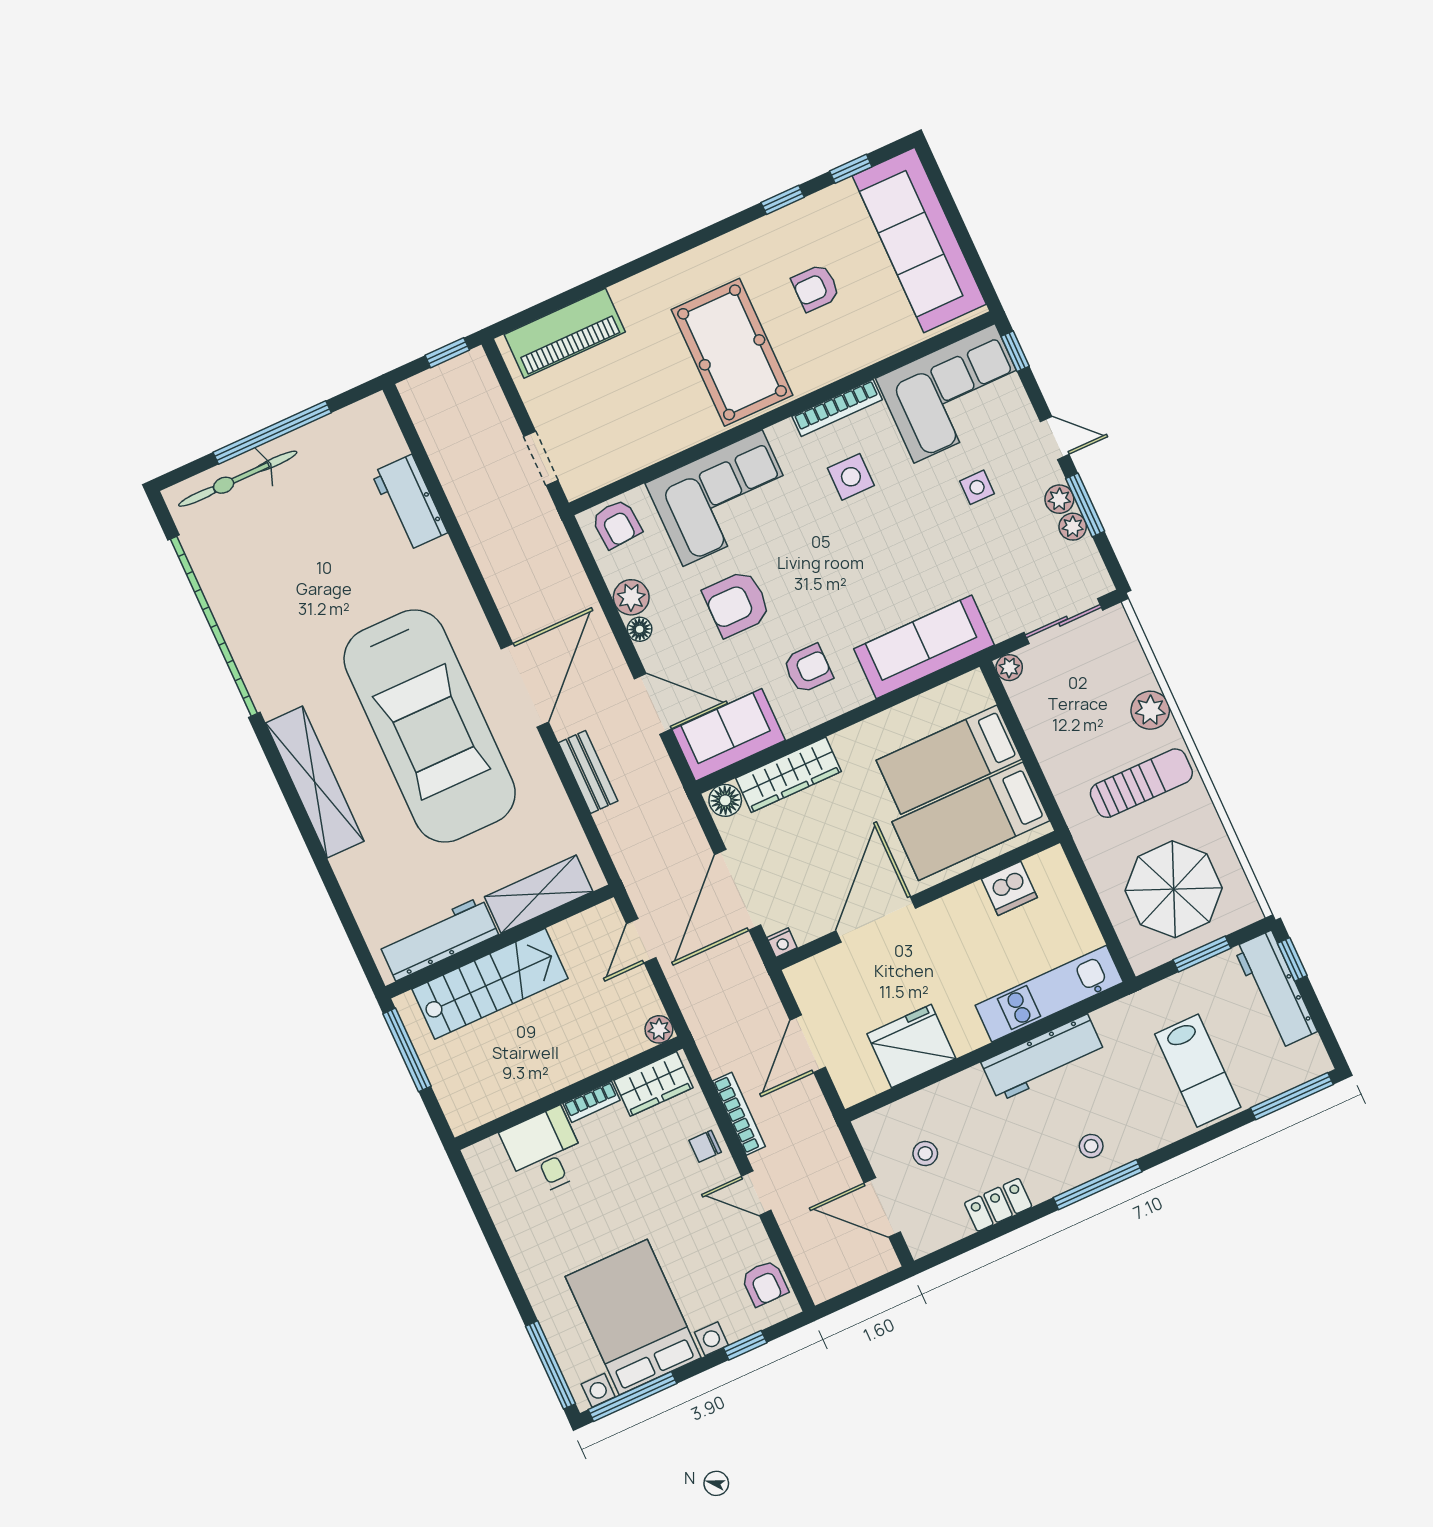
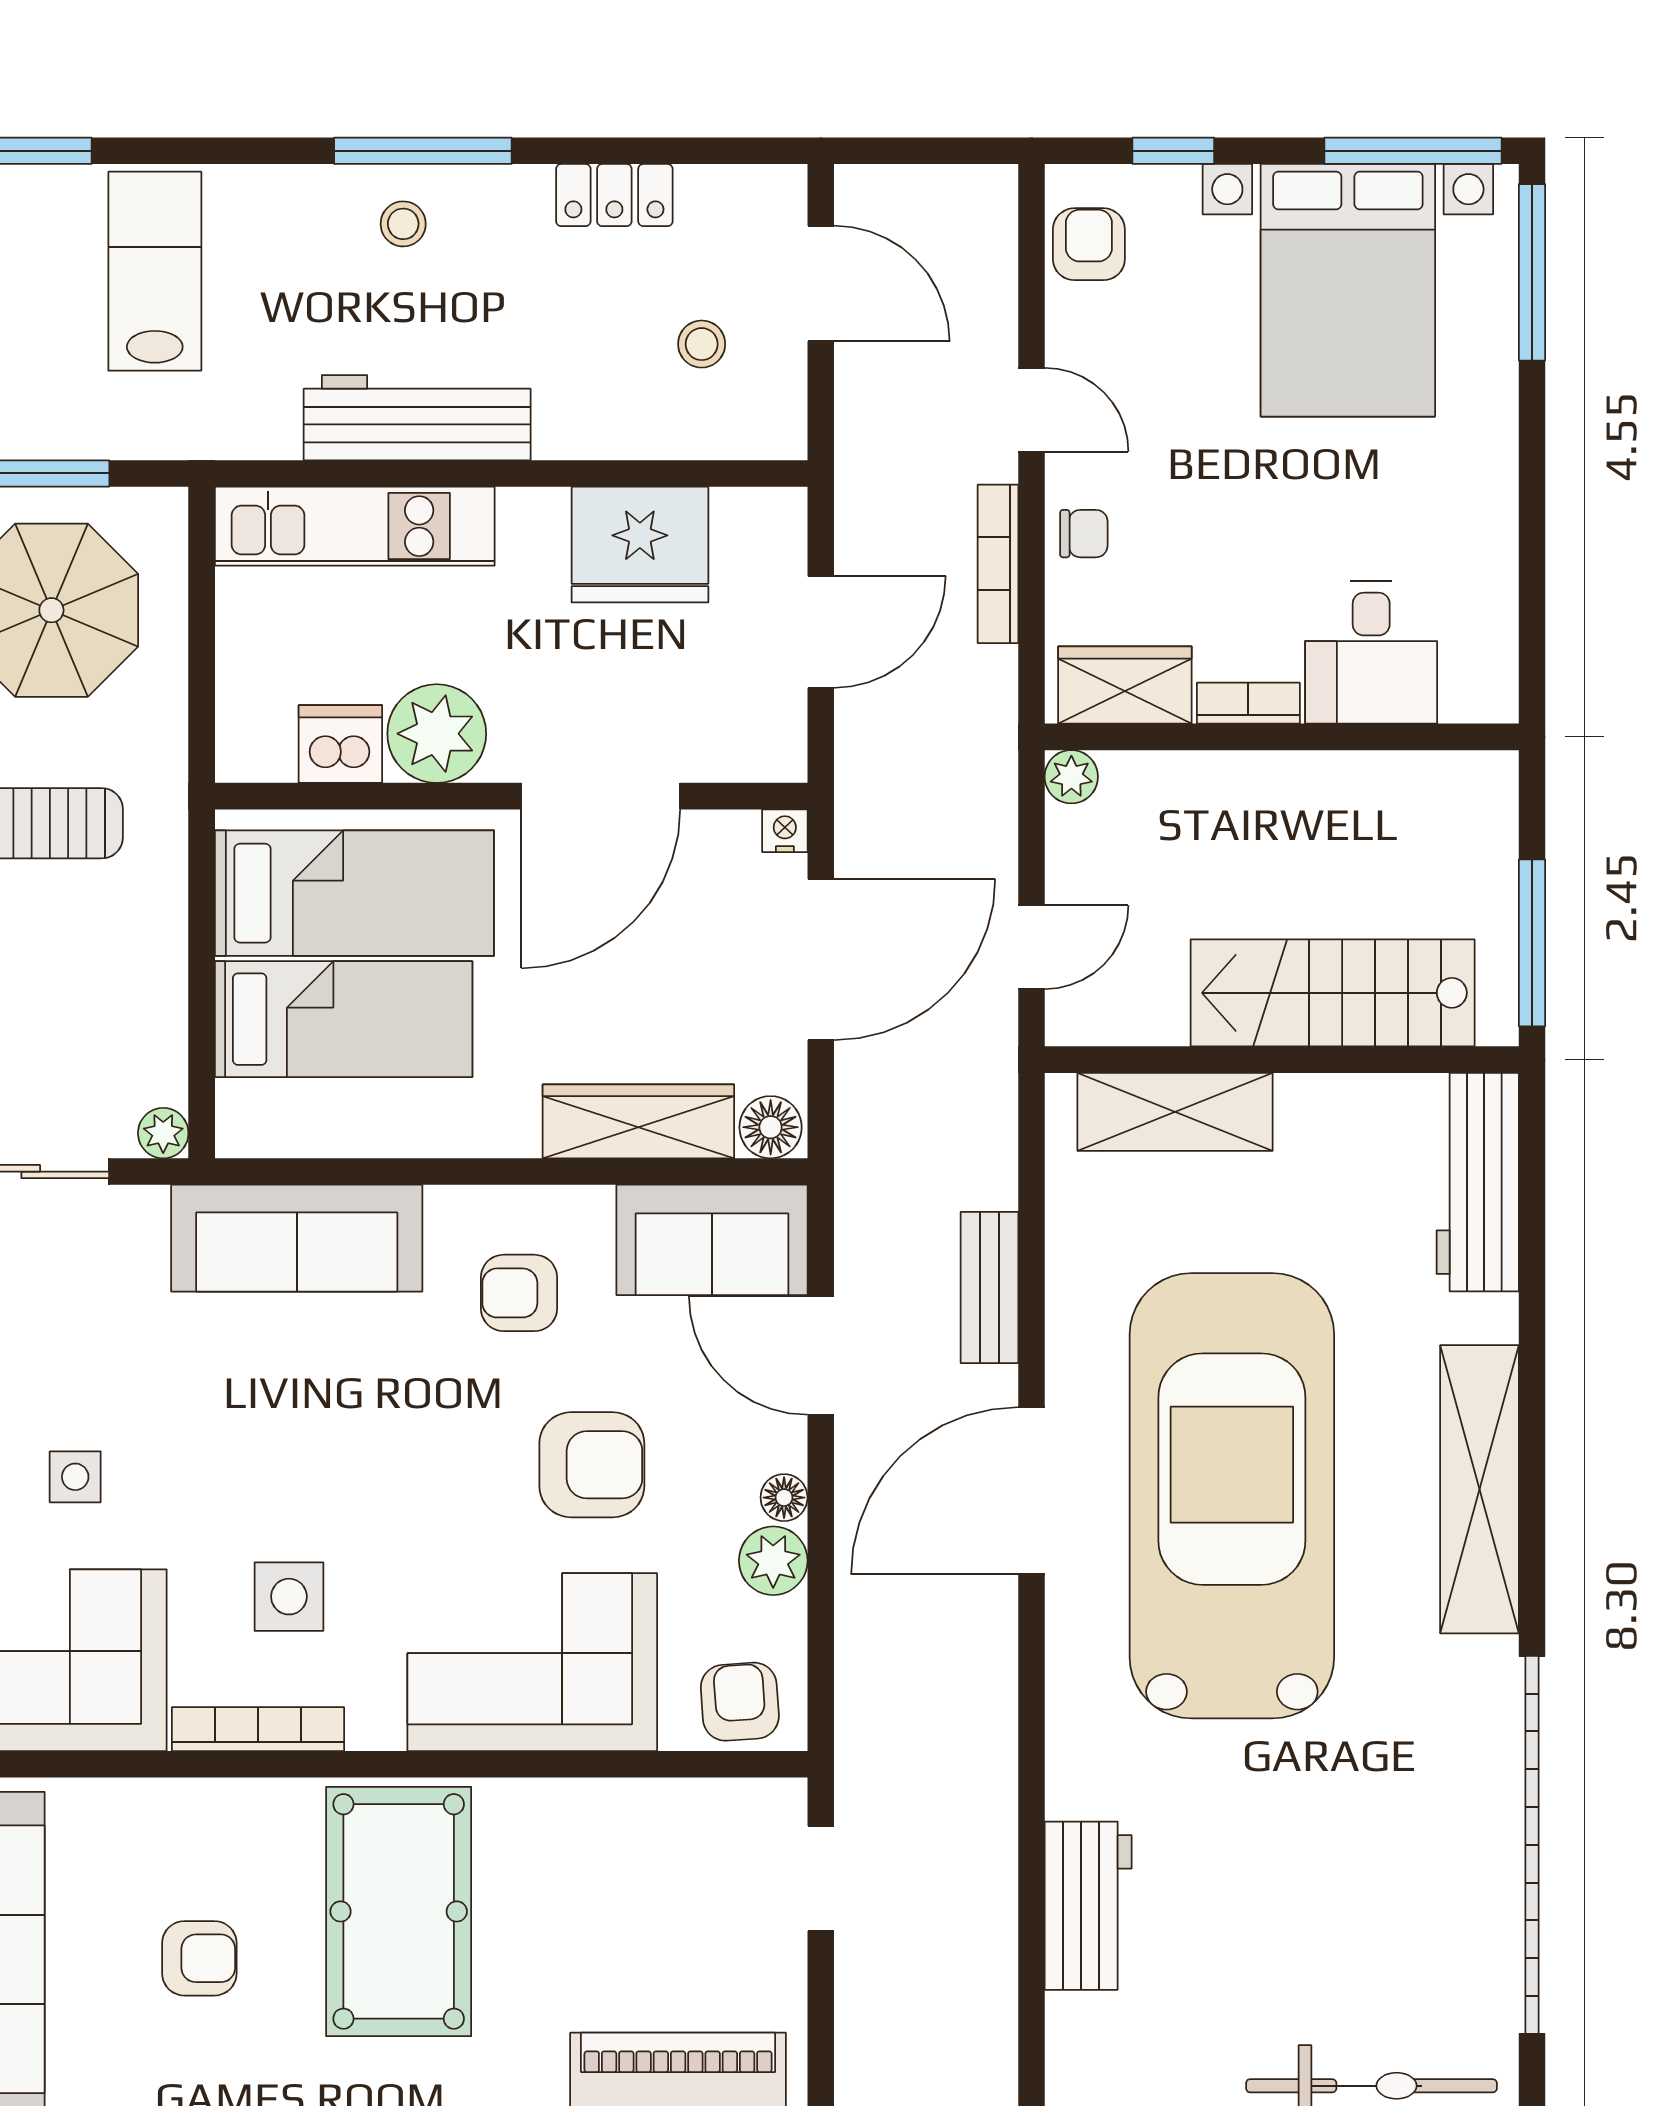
plant: (966, 914) -> (437, 734), added
workbench: (438, 939) -> (1478, 1182), moved, turned 90

